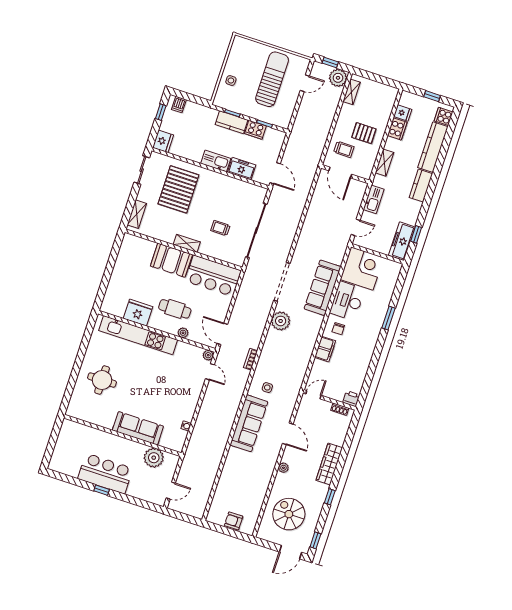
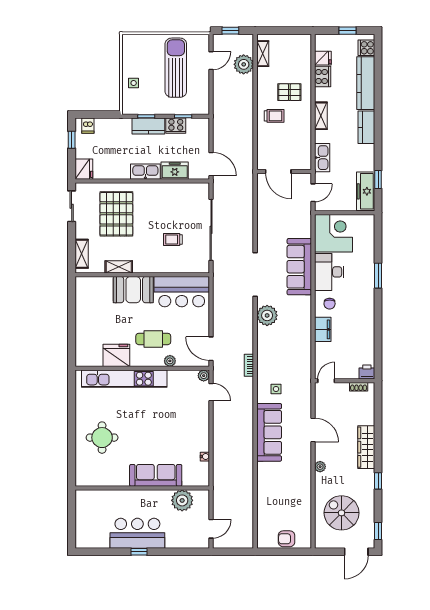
plant: (338, 78) -> (244, 64), moved
door: (340, 172) -> (278, 171), moved
wall: (345, 174) -> (284, 171), moved
shelving: (187, 243) -> (119, 267), moved

